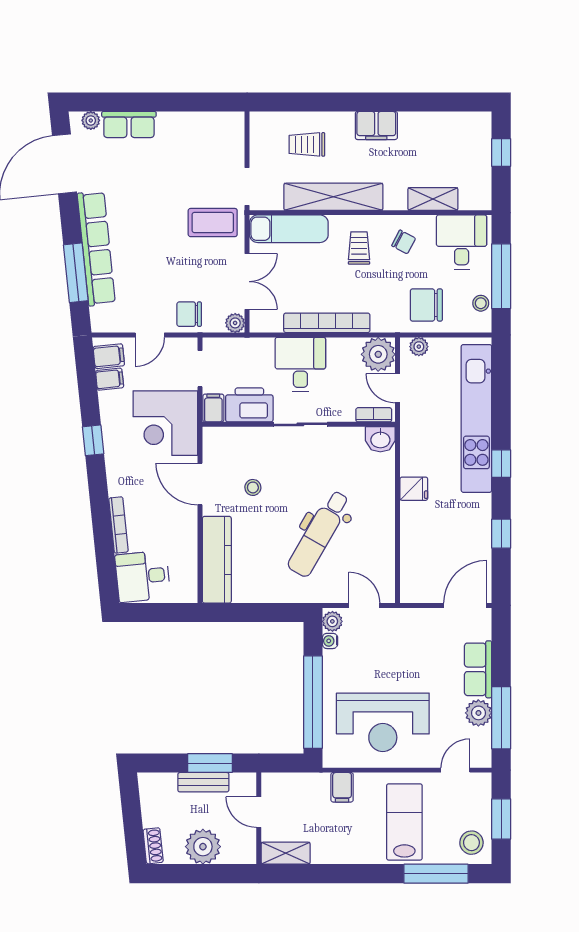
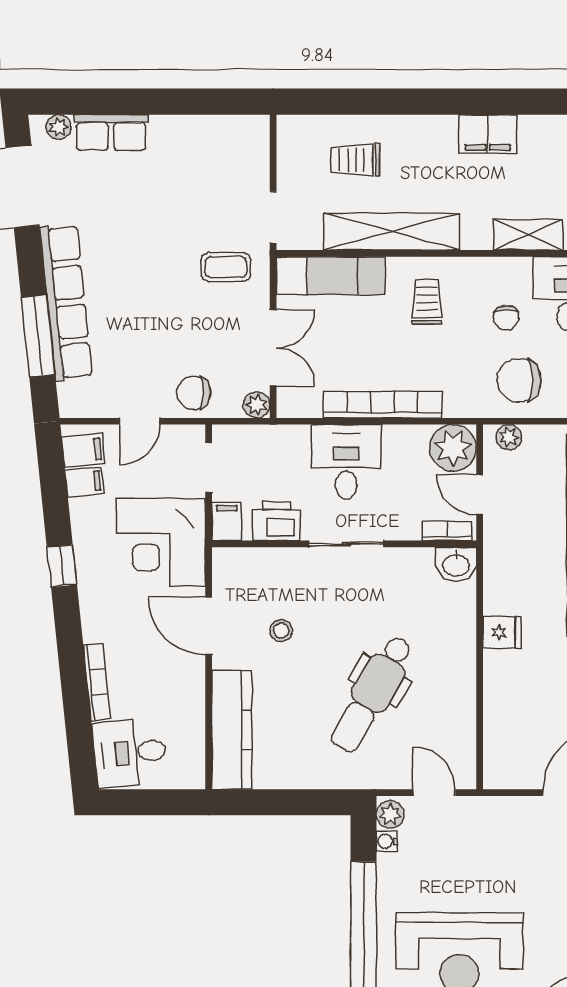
filing cabinet: (376, 125) -> (488, 134), moved
coffee table: (213, 223) -> (226, 267), width x0.73, depth x0.77
chair: (404, 242) -> (506, 318), moved, turned 62
printer: (249, 405) -> (276, 521), width x0.73, depth x0.84

